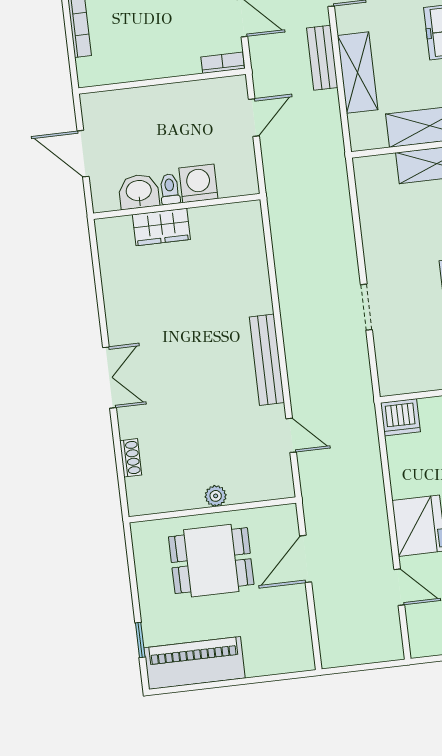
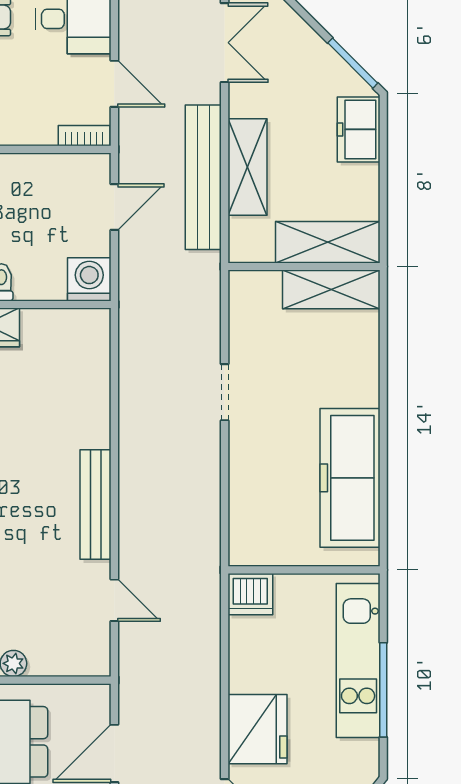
bench: (322, 58) -> (203, 177), width x1.86, depth x1.21
washing machine: (198, 183) -> (89, 279), moved
doorway: (366, 307) -> (225, 392), moved

